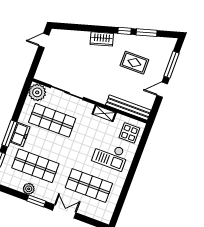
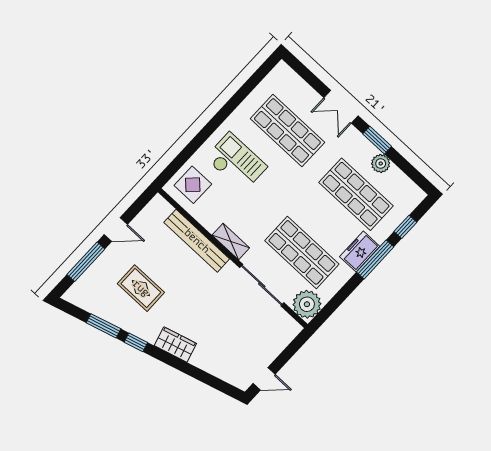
bench: (128, 108) -> (197, 241), moved
shelving: (104, 113) -> (231, 242), moved

